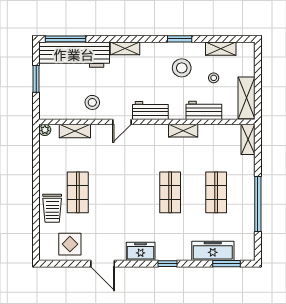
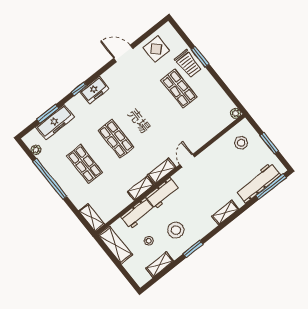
workbench: (74, 55) -> (258, 183), width x0.73, depth x0.76
stool: (92, 102) -> (241, 143), moved
workbench: (150, 111) -> (163, 193), moved
shelving: (75, 131) -> (162, 171), moved
window: (36, 206) -> (200, 57), added
trolley: (52, 208) -> (188, 64), turned 180
plant: (249, 240) -> (36, 150), added
freezer: (141, 251) -> (94, 90), moved
window: (227, 264) -> (48, 114), moved

